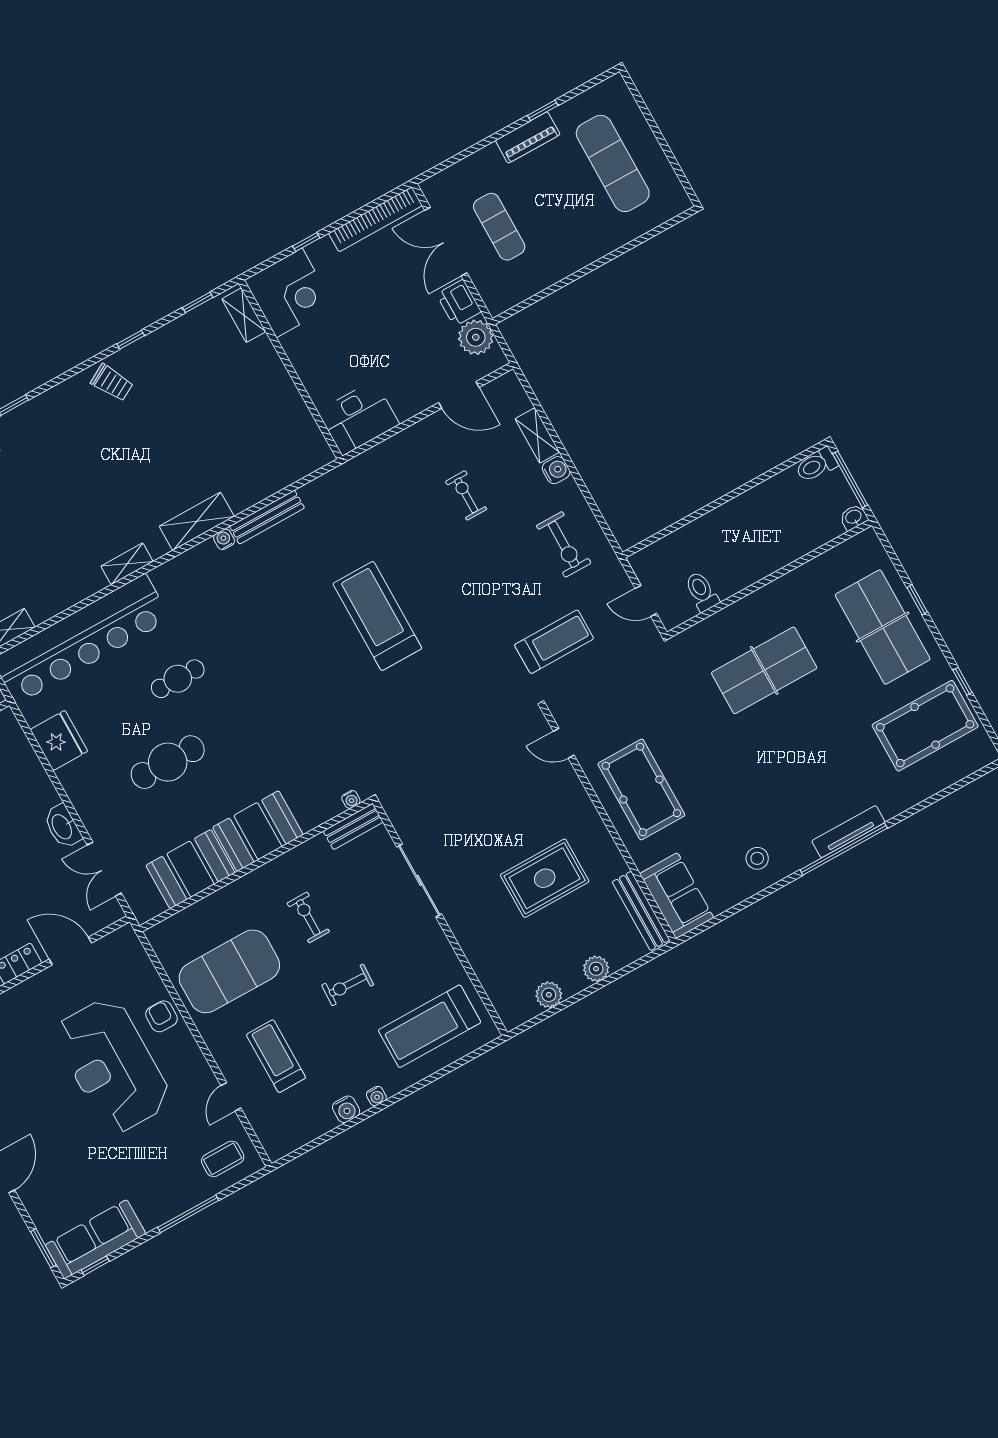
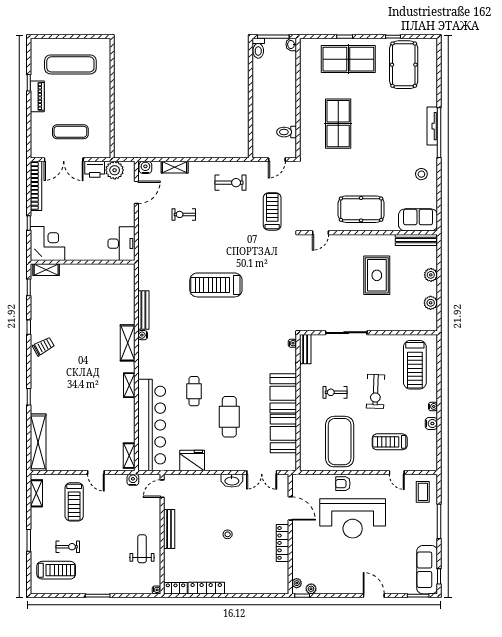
water cooler: (556, 470) -> (145, 167), moved
door: (70, 951) -> (290, 508), swing flipped
exercise bike: (348, 985) -> (376, 391), width x1.38, depth x1.39

